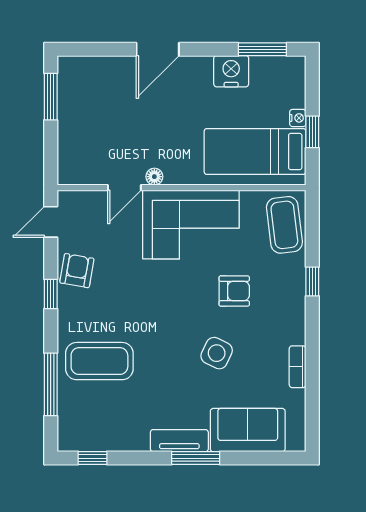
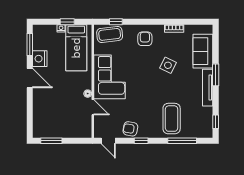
door: (158, 49) -> (30, 78), moved
window: (312, 281) -> (116, 22), moved
armchair: (234, 291) -> (145, 39), moved
tv unit: (179, 441) -> (208, 88), width x1.41

